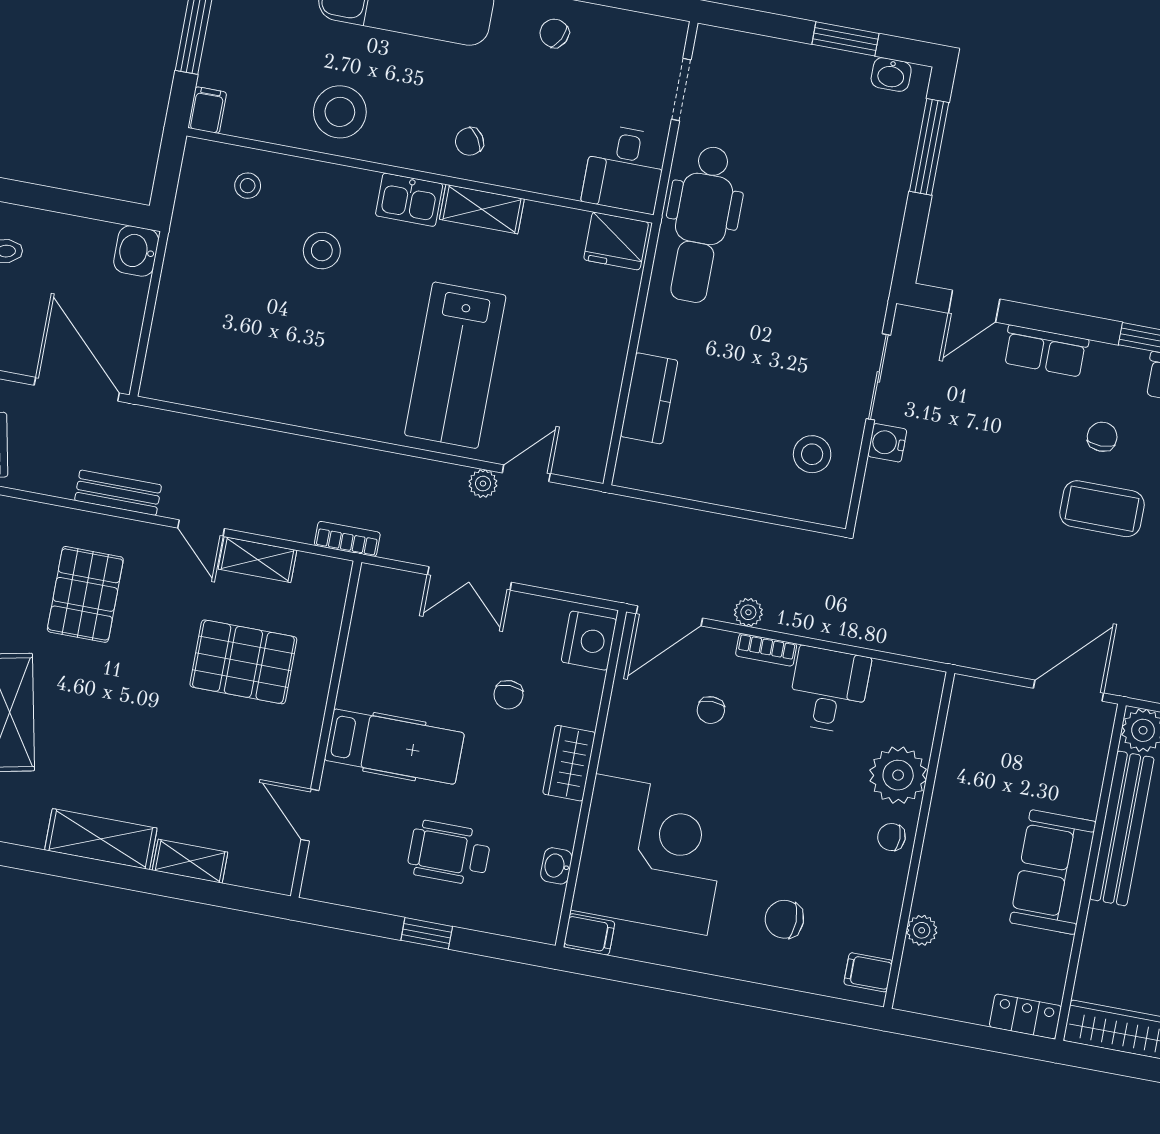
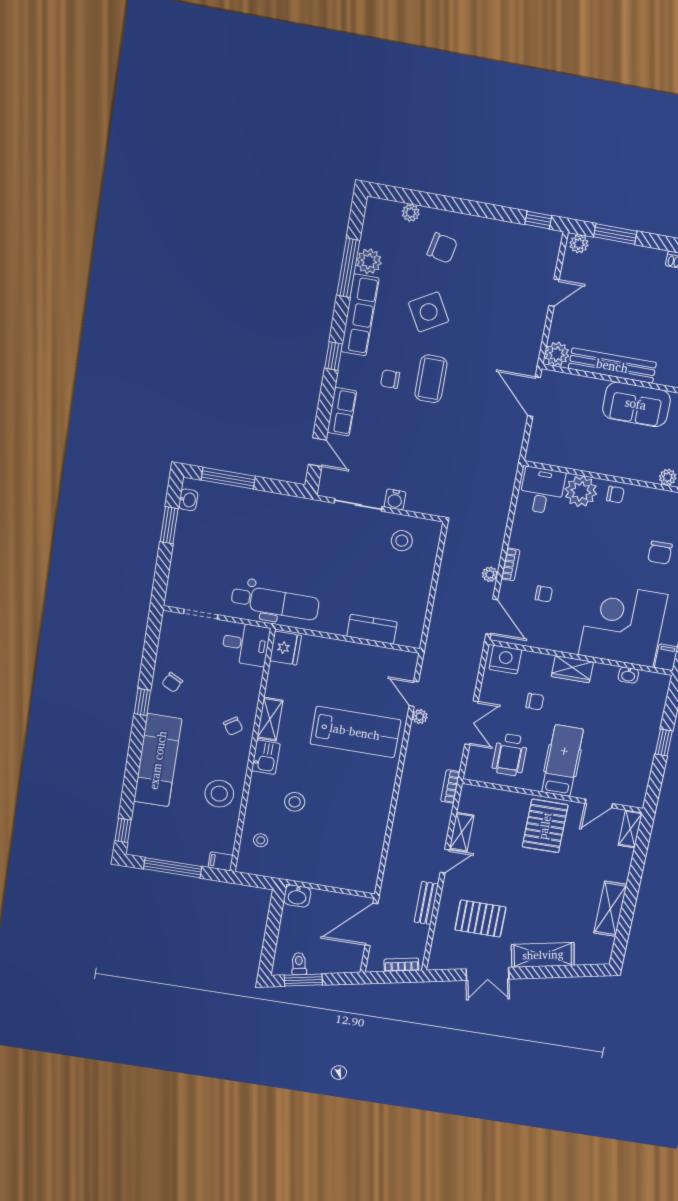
pallet: (243, 662) -> (545, 826), moved
desk: (829, 690) -> (542, 491), moved, turned 90
chair: (891, 837) -> (615, 495), turned -90
wheelchair: (449, 853) -> (510, 755), moved
shelving: (190, 861) -> (630, 829), moved

